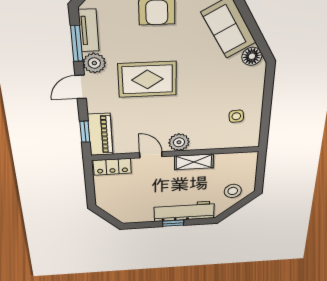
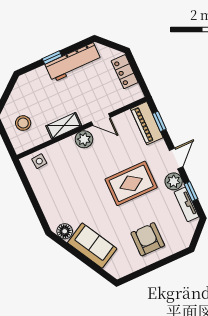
window: (77, 44) -> (191, 191), width x0.67
side table: (236, 116) -> (39, 161), moved
locker: (112, 167) -> (125, 72), moved, turned -90
stool: (233, 191) -> (23, 123), moved
workbench: (184, 211) -> (73, 62), moved

